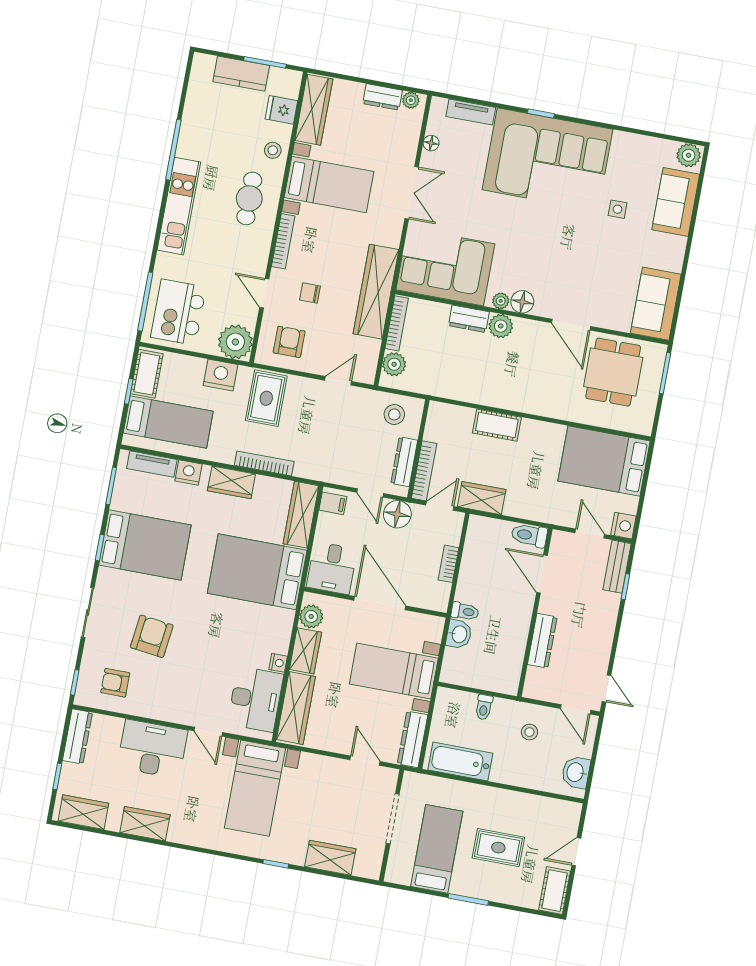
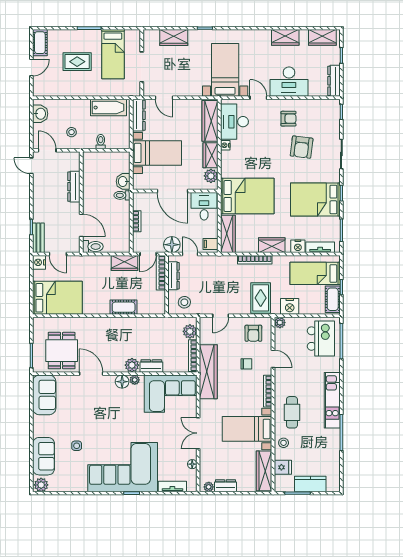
plant: (235, 342) -> (280, 323), width x0.53, depth x0.53
armchair: (115, 683) -> (288, 119), moved

